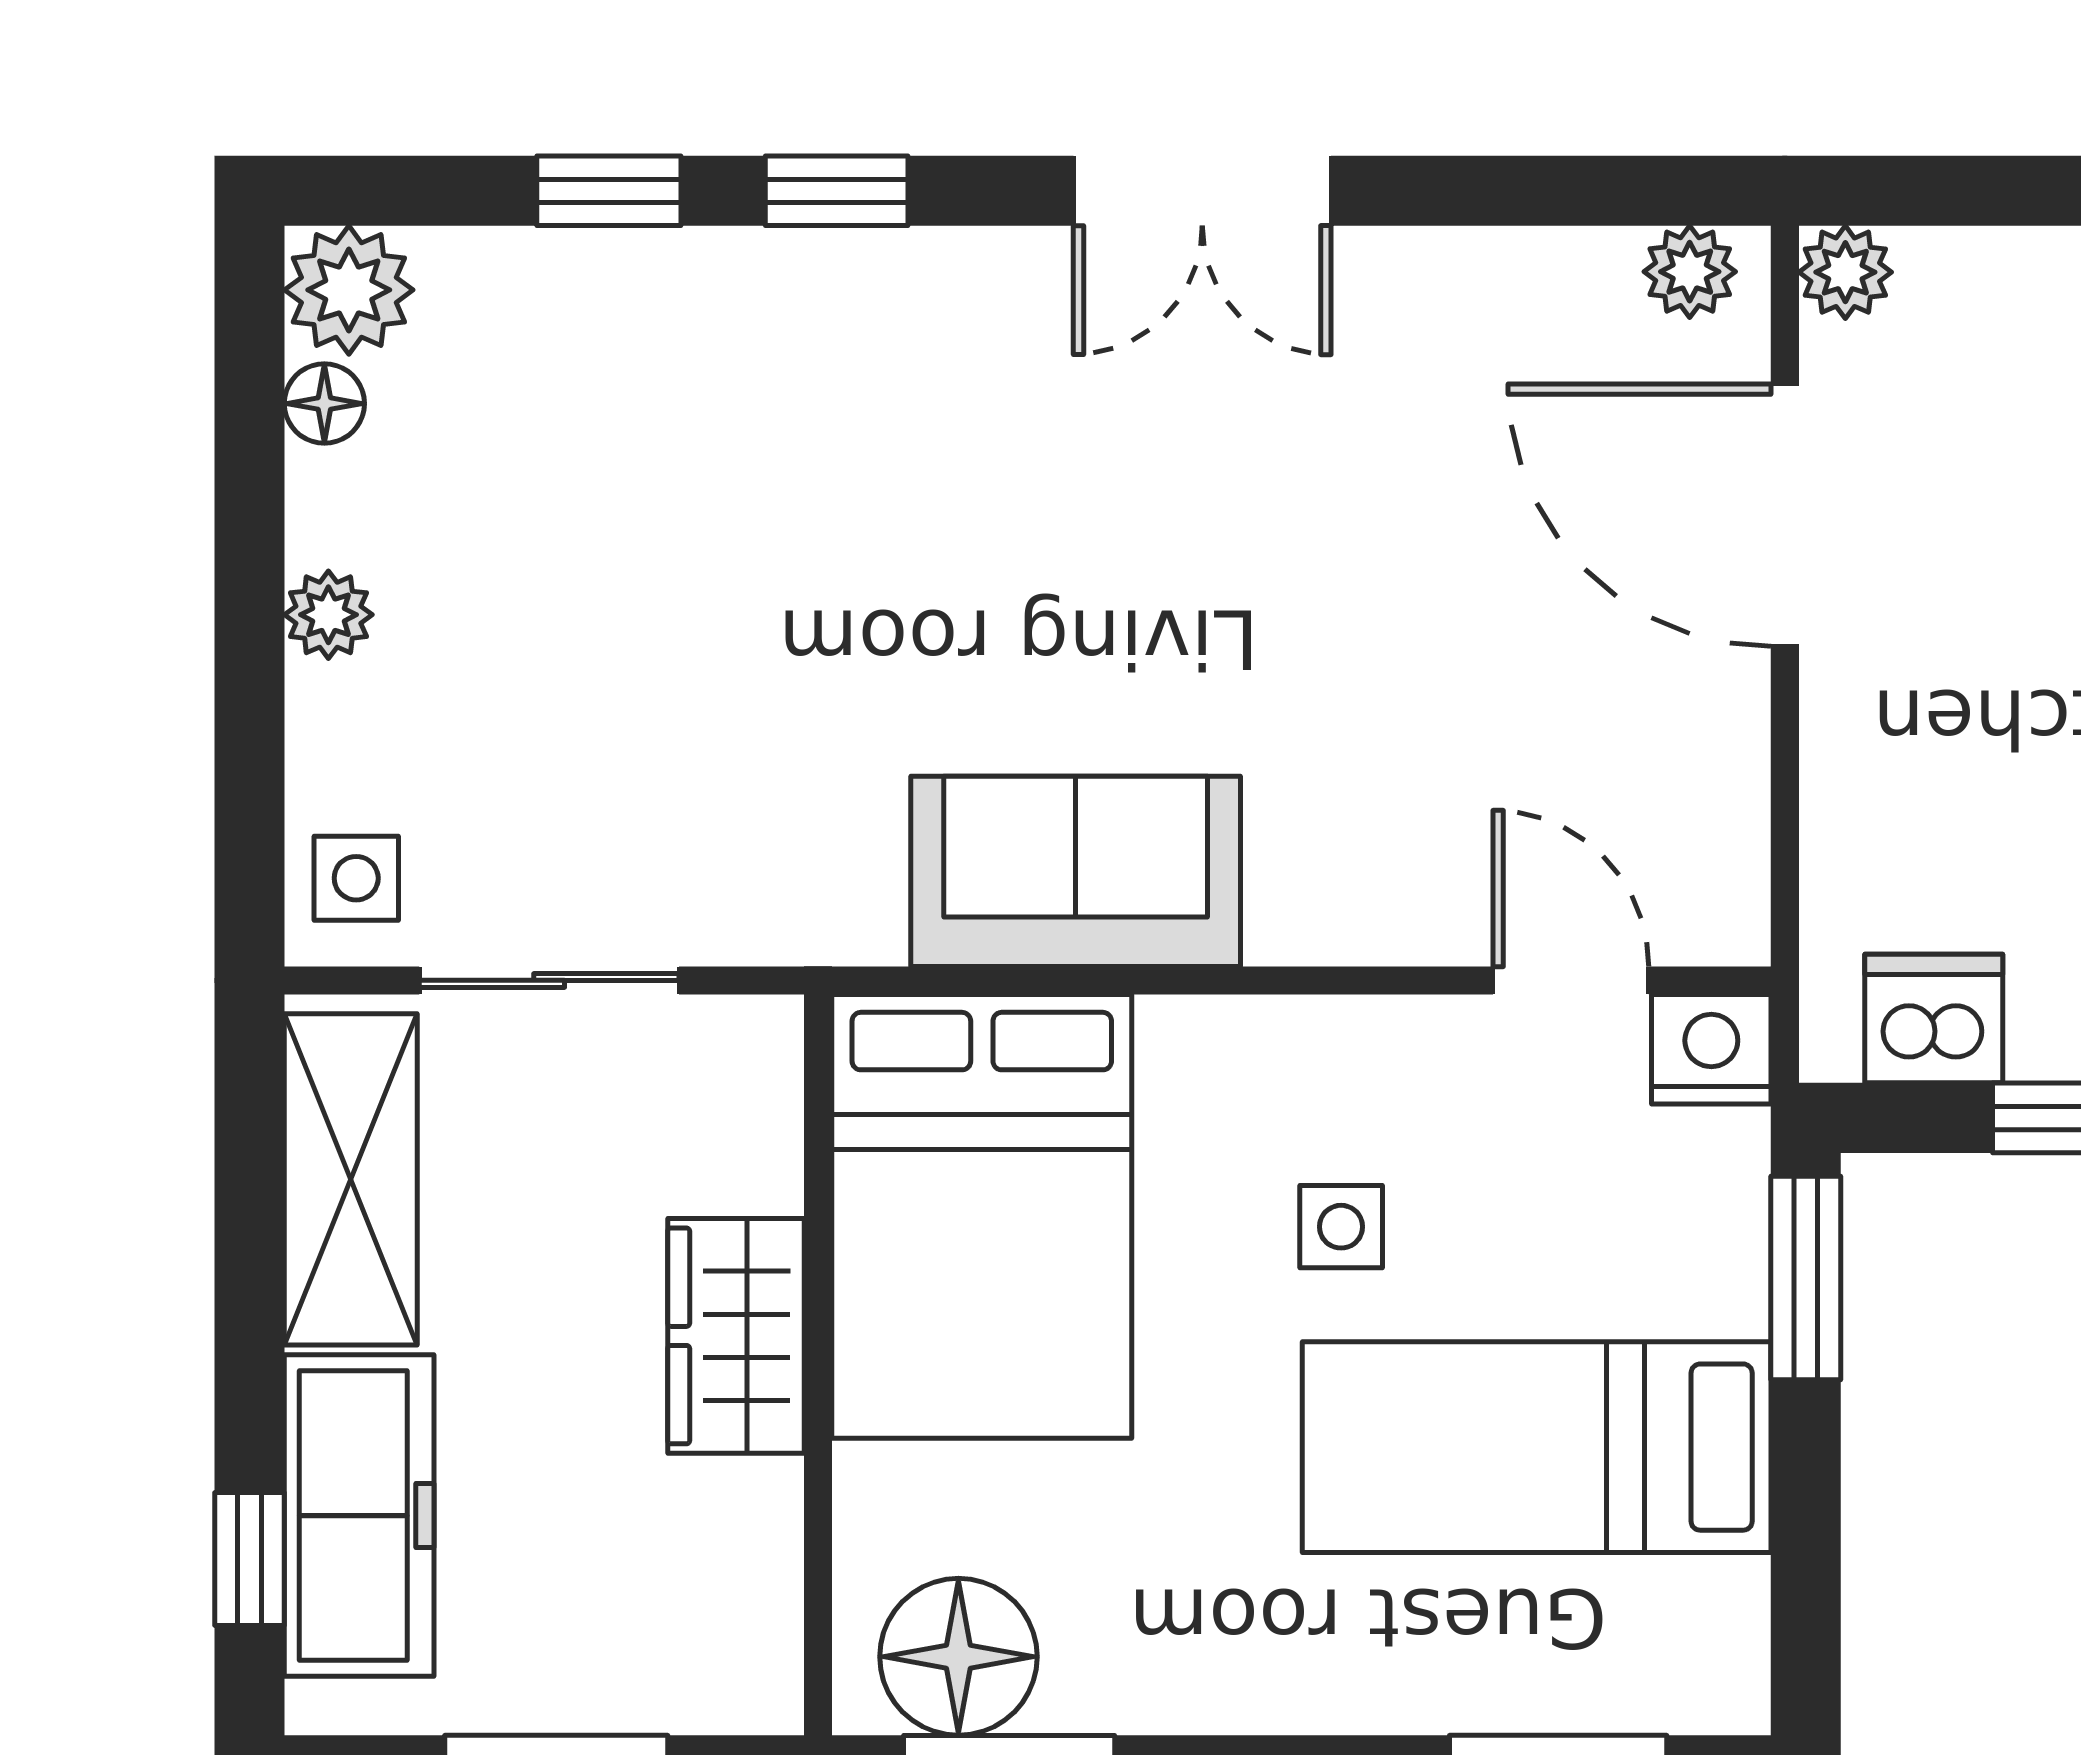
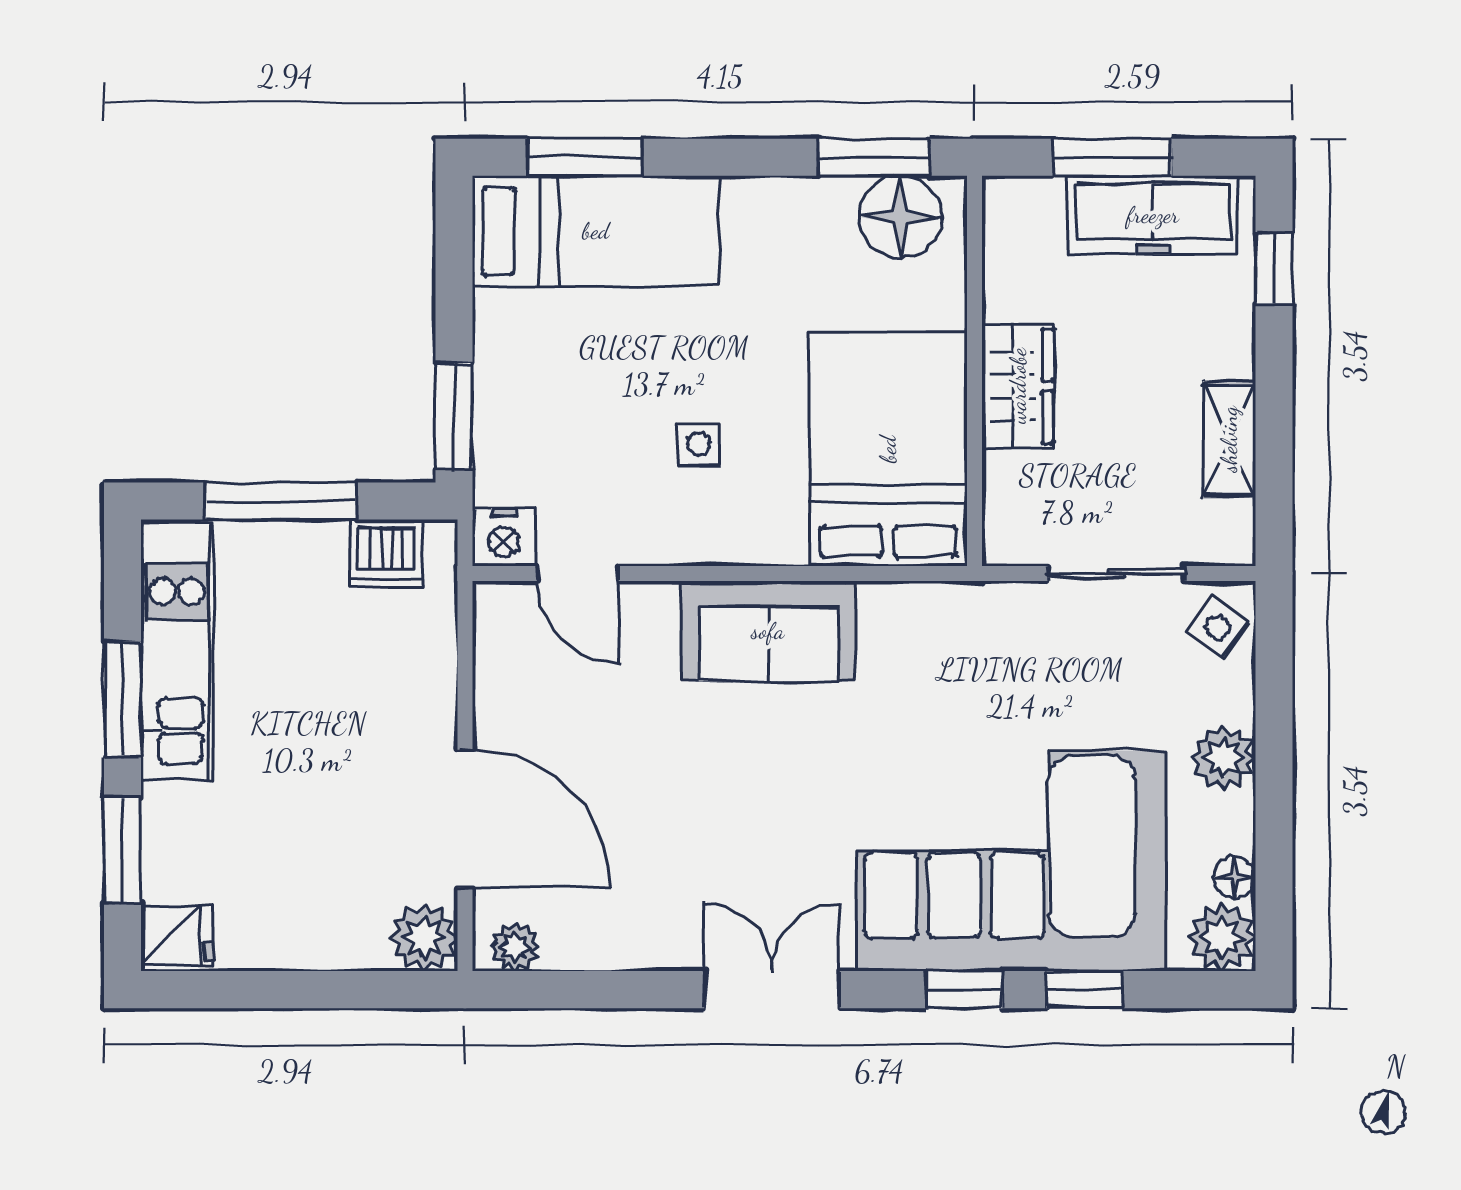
plant: (1845, 272) -> (424, 938), width x1.38, depth x1.38
corner sofa: (748, 435) -> (1011, 861), added
plant: (328, 615) -> (1224, 758), width x1.38, depth x1.38
sofa: (1076, 871) -> (768, 631), moved
side table: (356, 878) -> (1218, 627), turned 36
shelving: (351, 1179) -> (1229, 439), width x0.67, depth x0.75
bed: (1537, 1447) -> (596, 231), moved
freezer: (359, 1516) -> (1153, 215), moved, turned -90

